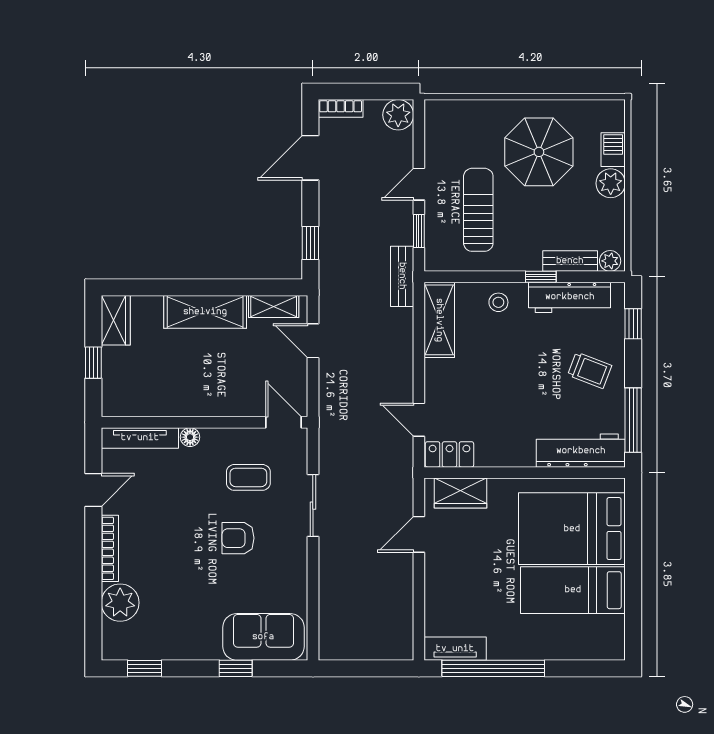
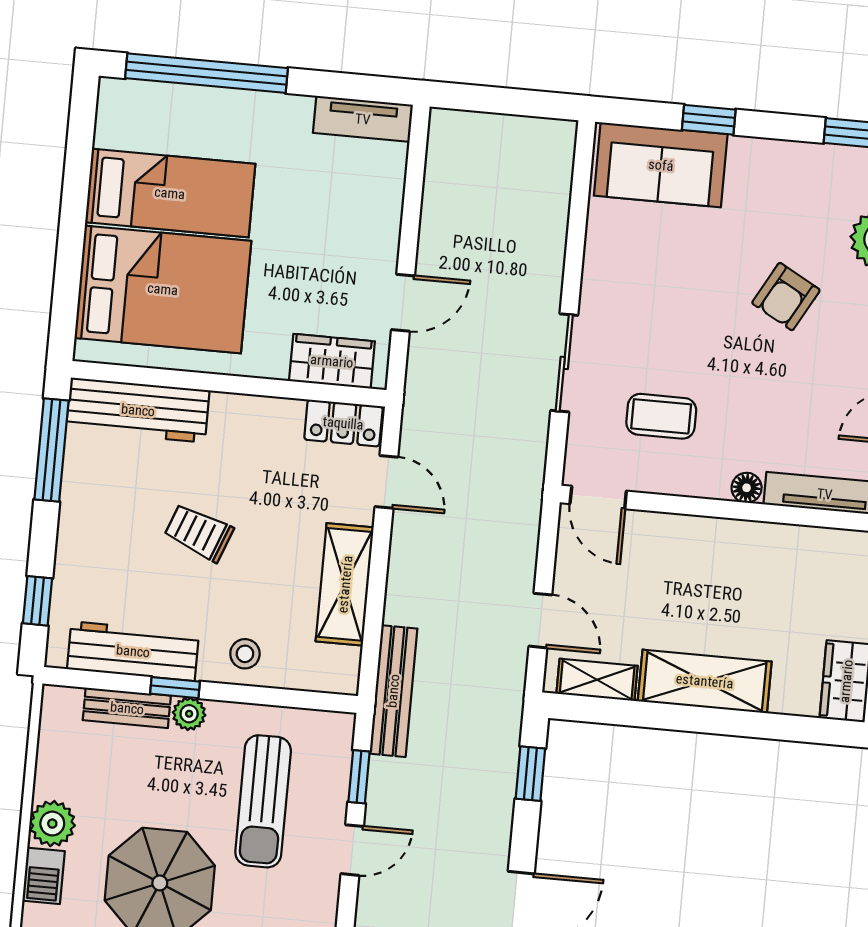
plant: (610, 261) -> (189, 714), moved
bench: (402, 276) -> (393, 691), width x1.36
shelving: (439, 320) -> (345, 584), moved
trolley: (590, 370) -> (199, 533), moved
armchair: (238, 538) -> (786, 297), moved, turned 119
window: (493, 668) -> (206, 73), moved

